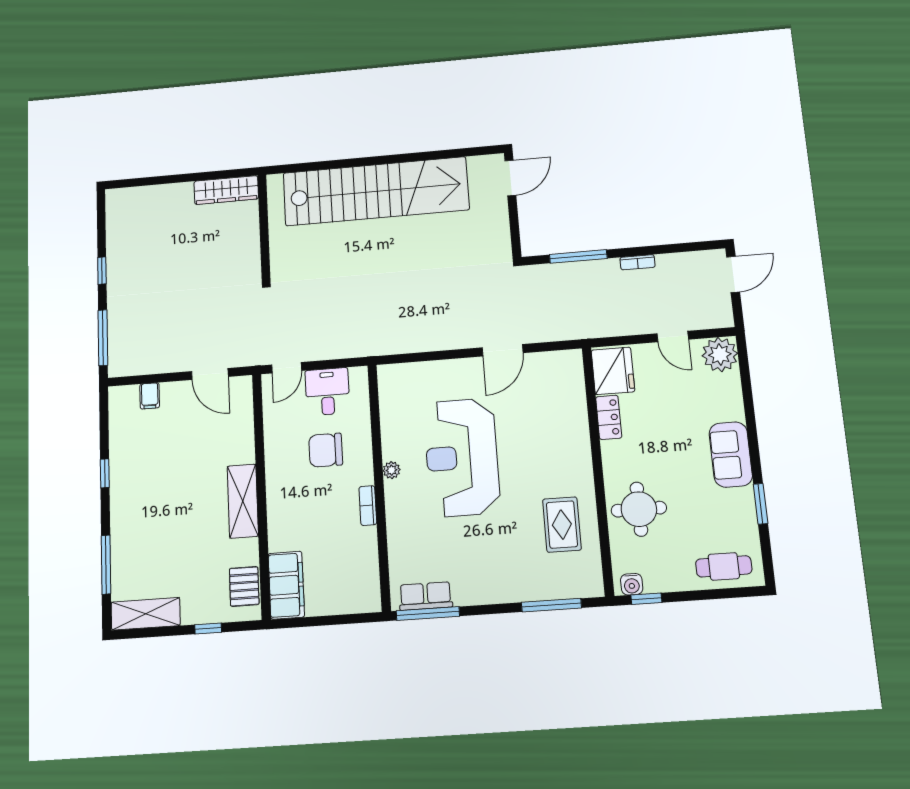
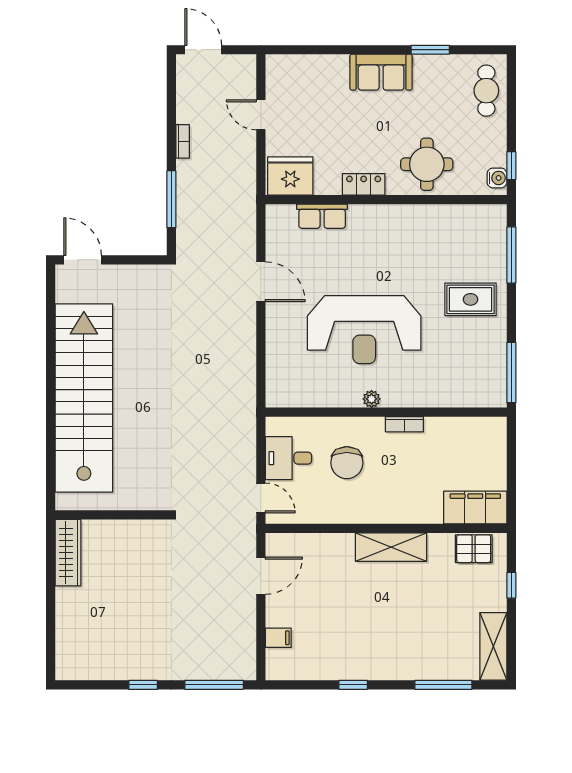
door: (673, 336) -> (261, 115), swing flipped
plant: (720, 355) -> (283, 72), removed
locker: (609, 417) -> (364, 184), moved
rug: (562, 525) -> (471, 299), moved
row of seats: (426, 596) -> (322, 216), moved, turned -90

